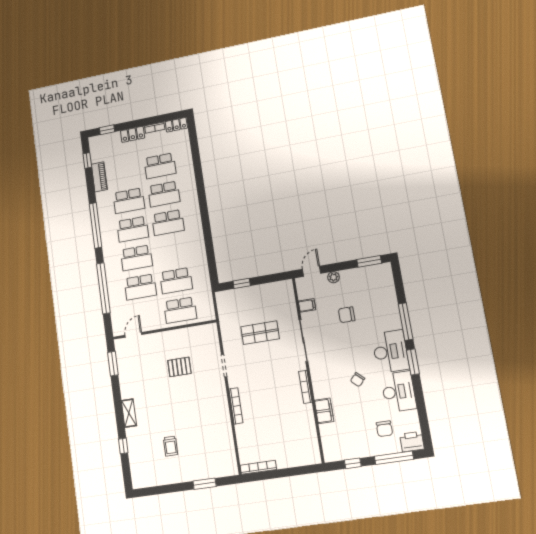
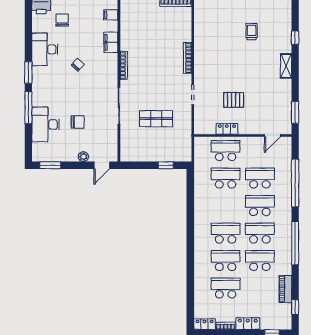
filing cabinet: (307, 305) -> (111, 15), moved
locker: (182, 334) -> (227, 129), added
desk: (390, 352) -> (46, 124), moved

